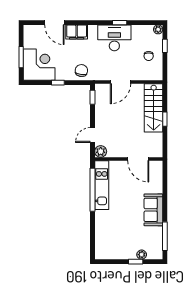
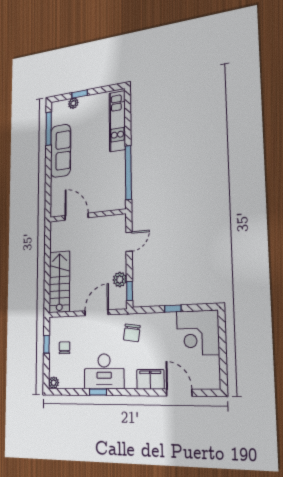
window: (165, 46) -> (46, 344), moved
window: (21, 57) -> (222, 343), removed
chair: (81, 71) -> (132, 333), moved
window: (165, 119) -> (47, 268), removed
plant: (101, 151) -> (120, 279), moved
kitchen unit: (102, 185) -> (117, 121), moved
sofa: (153, 210) -> (61, 151), width x1.36

